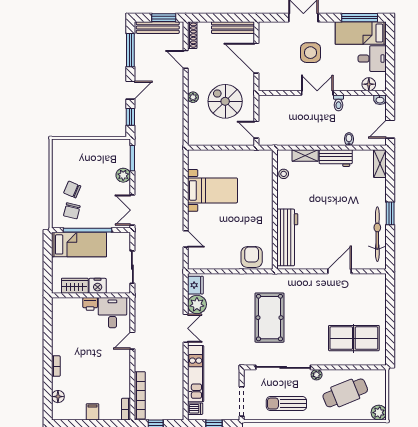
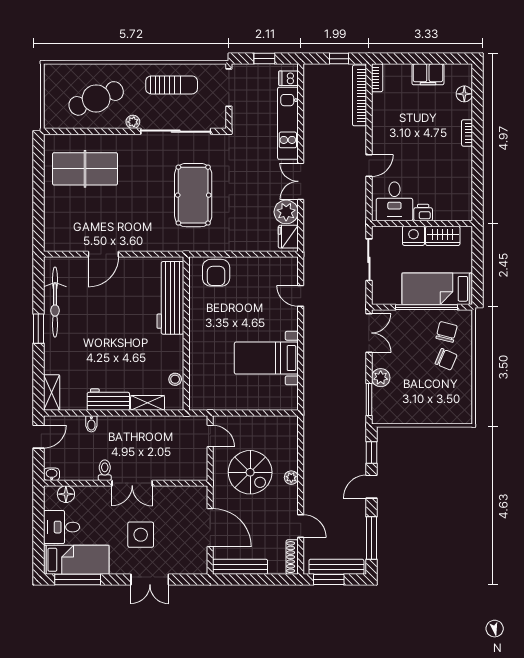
filing cabinet: (92, 412) -> (428, 74), width x2.00
plant: (379, 413) -> (53, 73), removed

